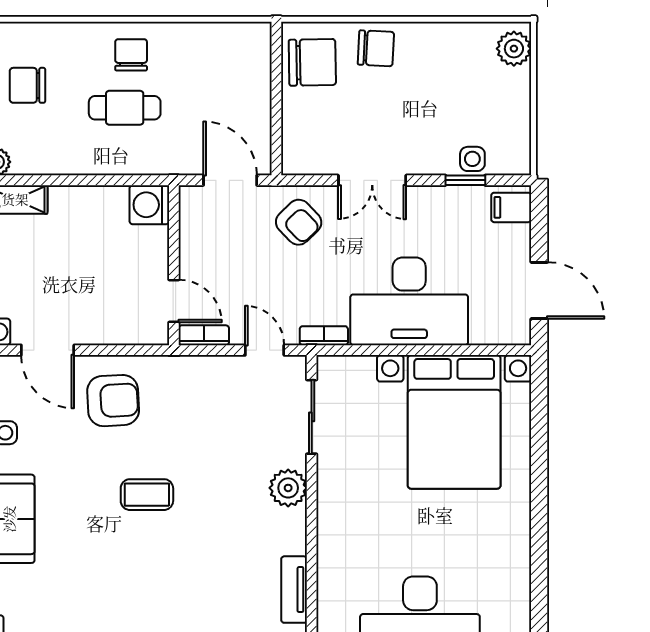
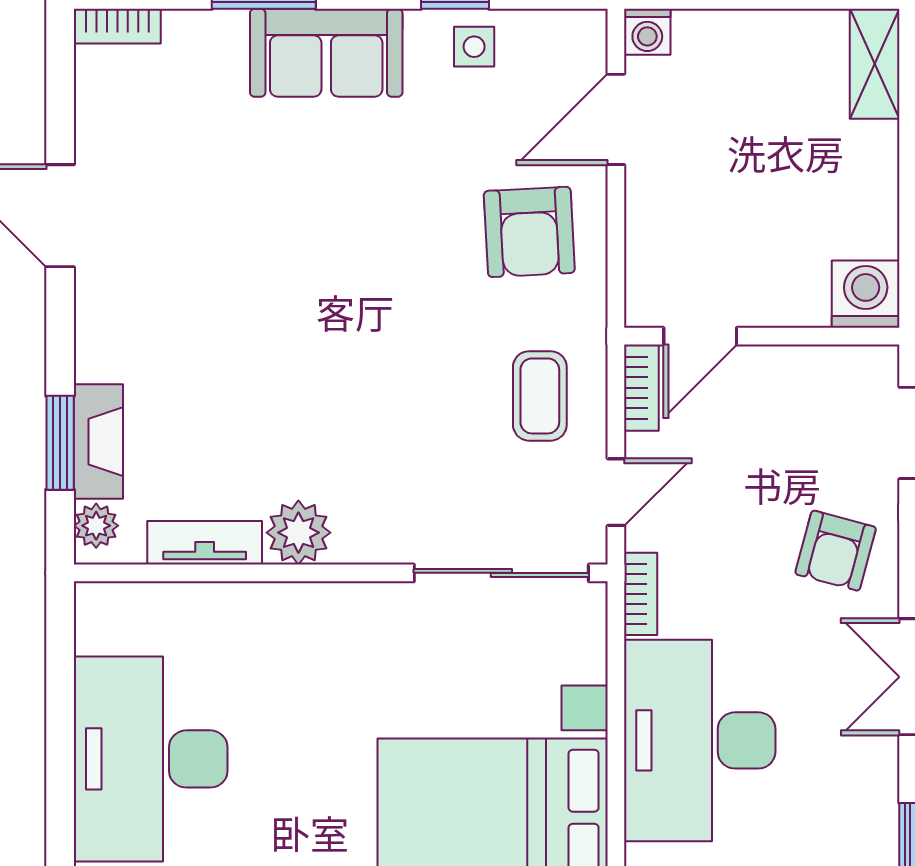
armchair: (299, 222) -> (836, 551), turned -31
sliding door: (312, 417) -> (501, 573), width x1.37
plant: (288, 488) -> (298, 533), moved
coffee table: (147, 495) -> (540, 396), moved

